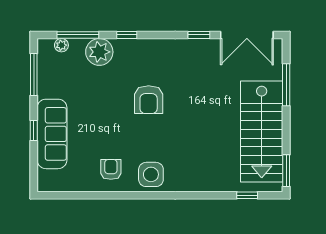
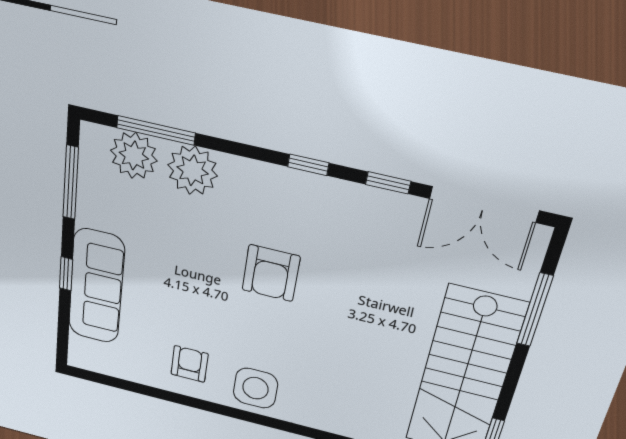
window: (127, 35) -> (308, 165), moved
plant: (61, 45) -> (134, 156), width x1.88, depth x1.88

